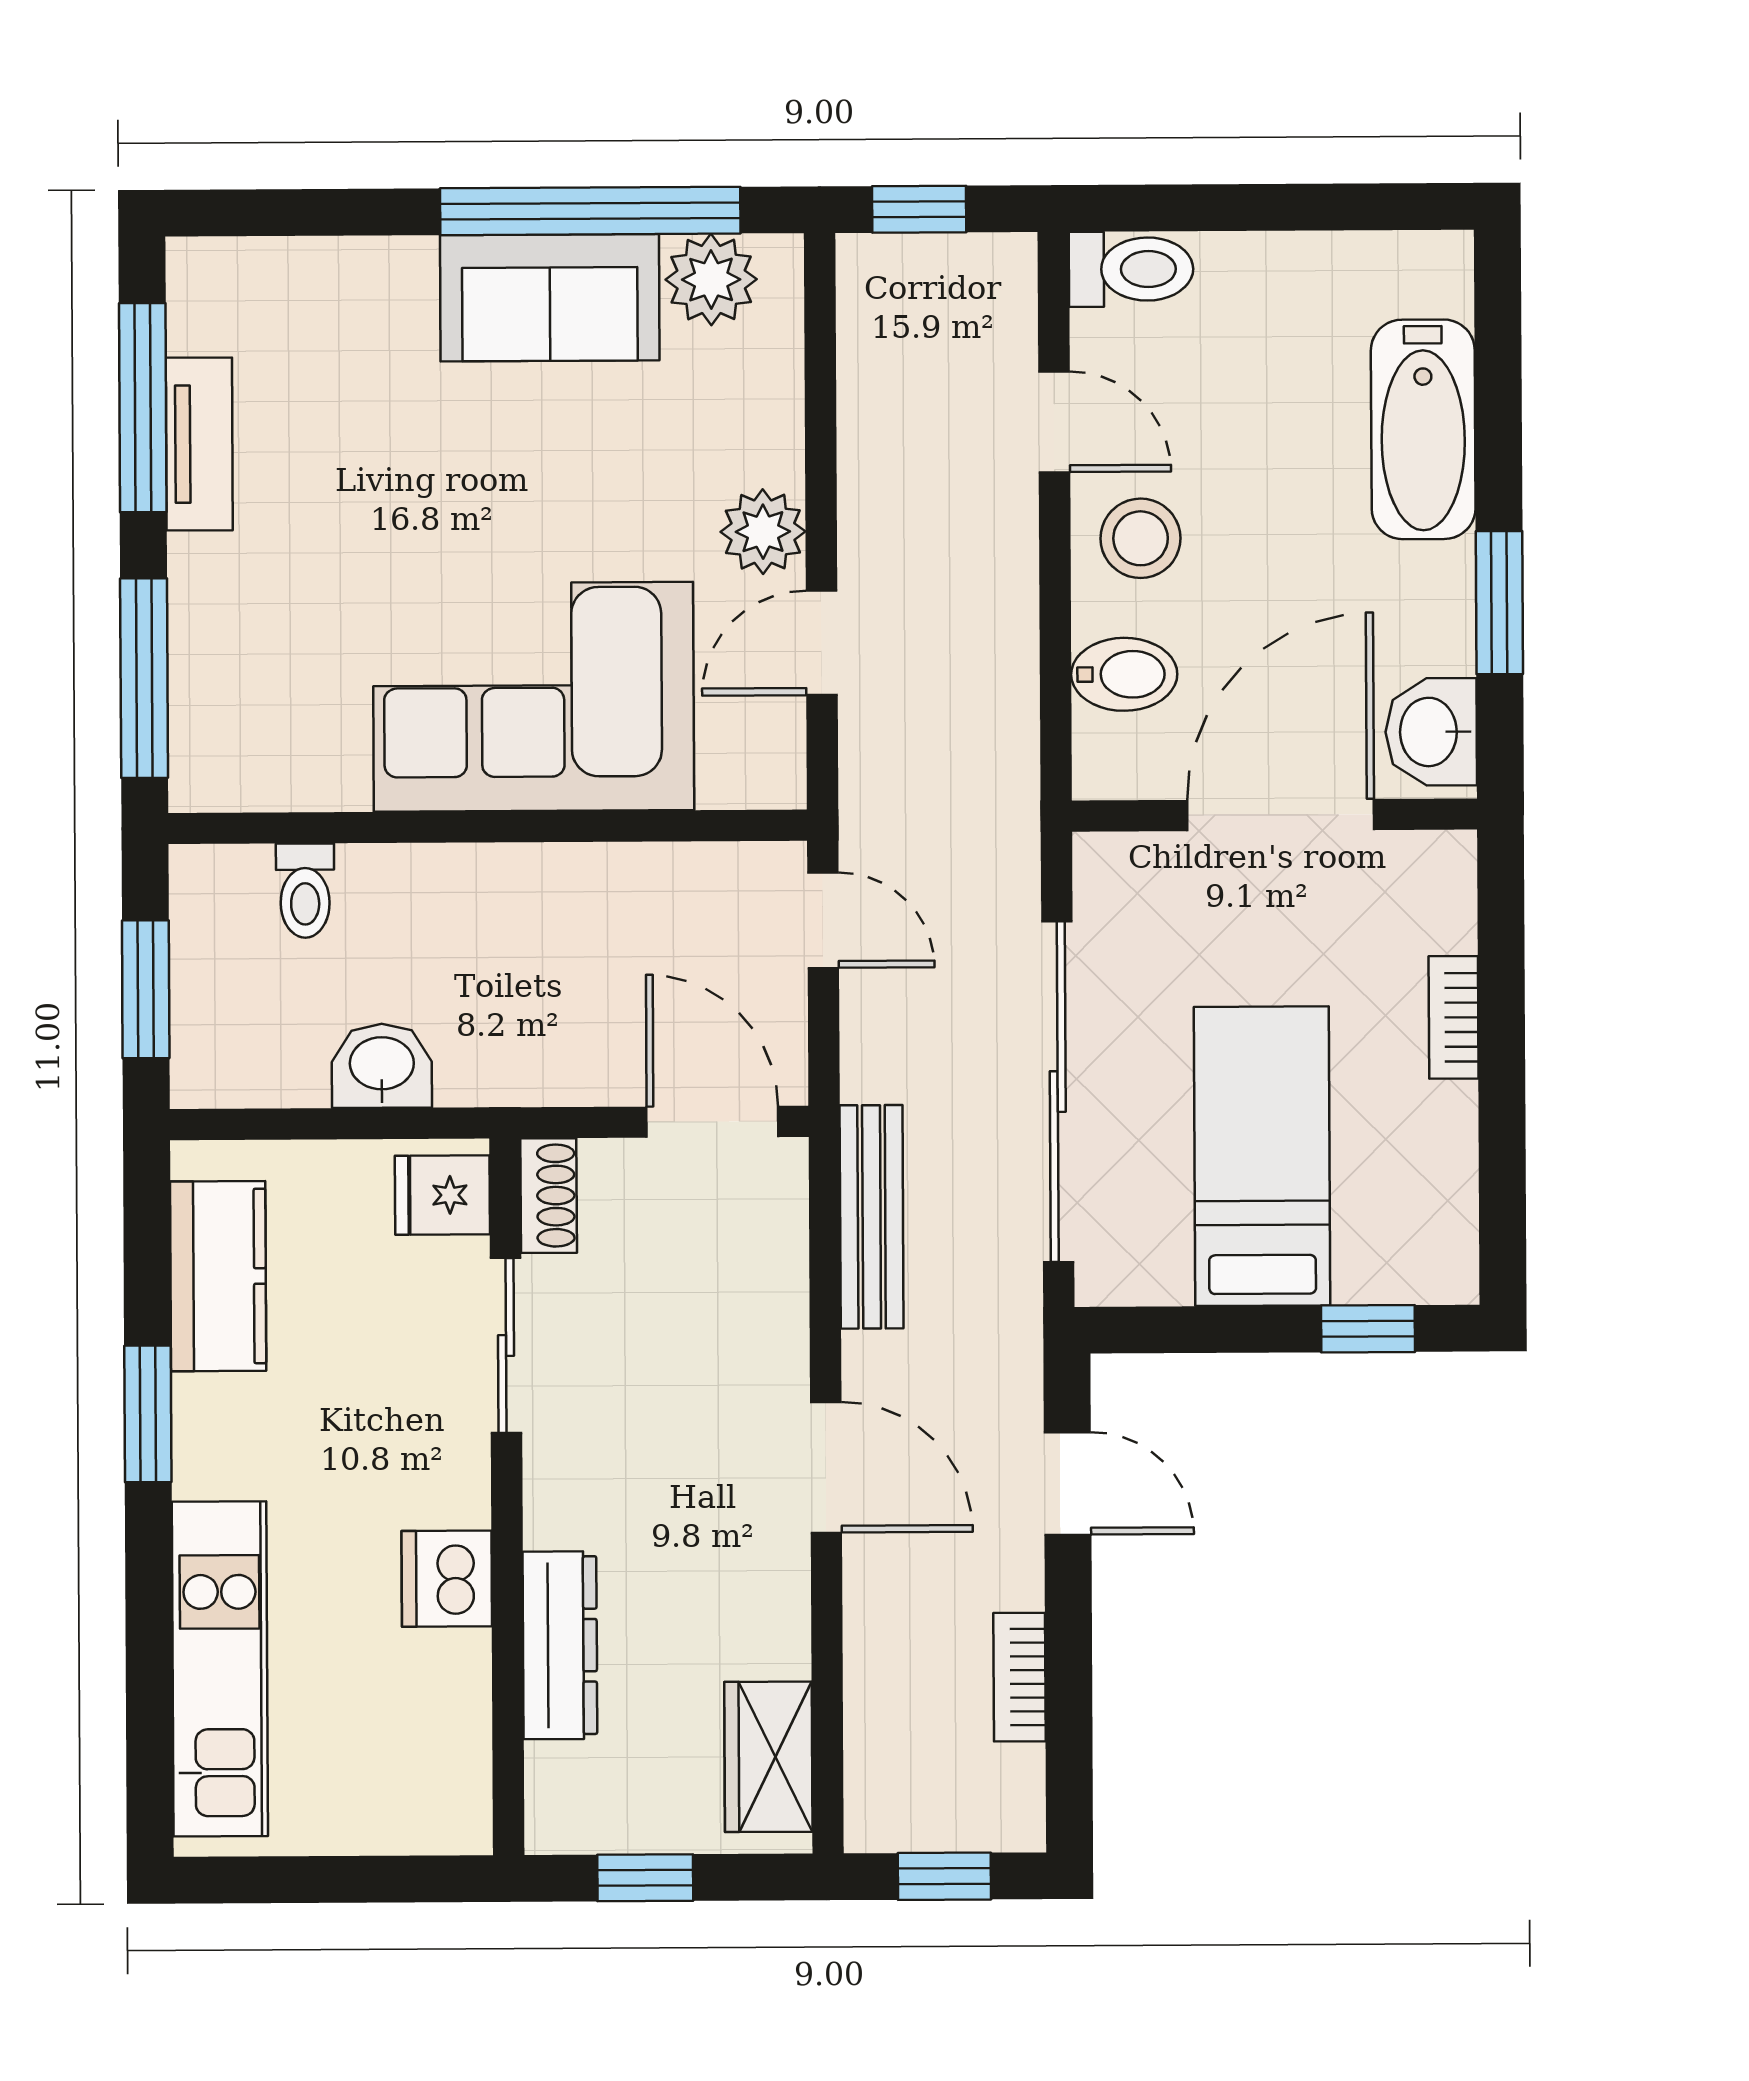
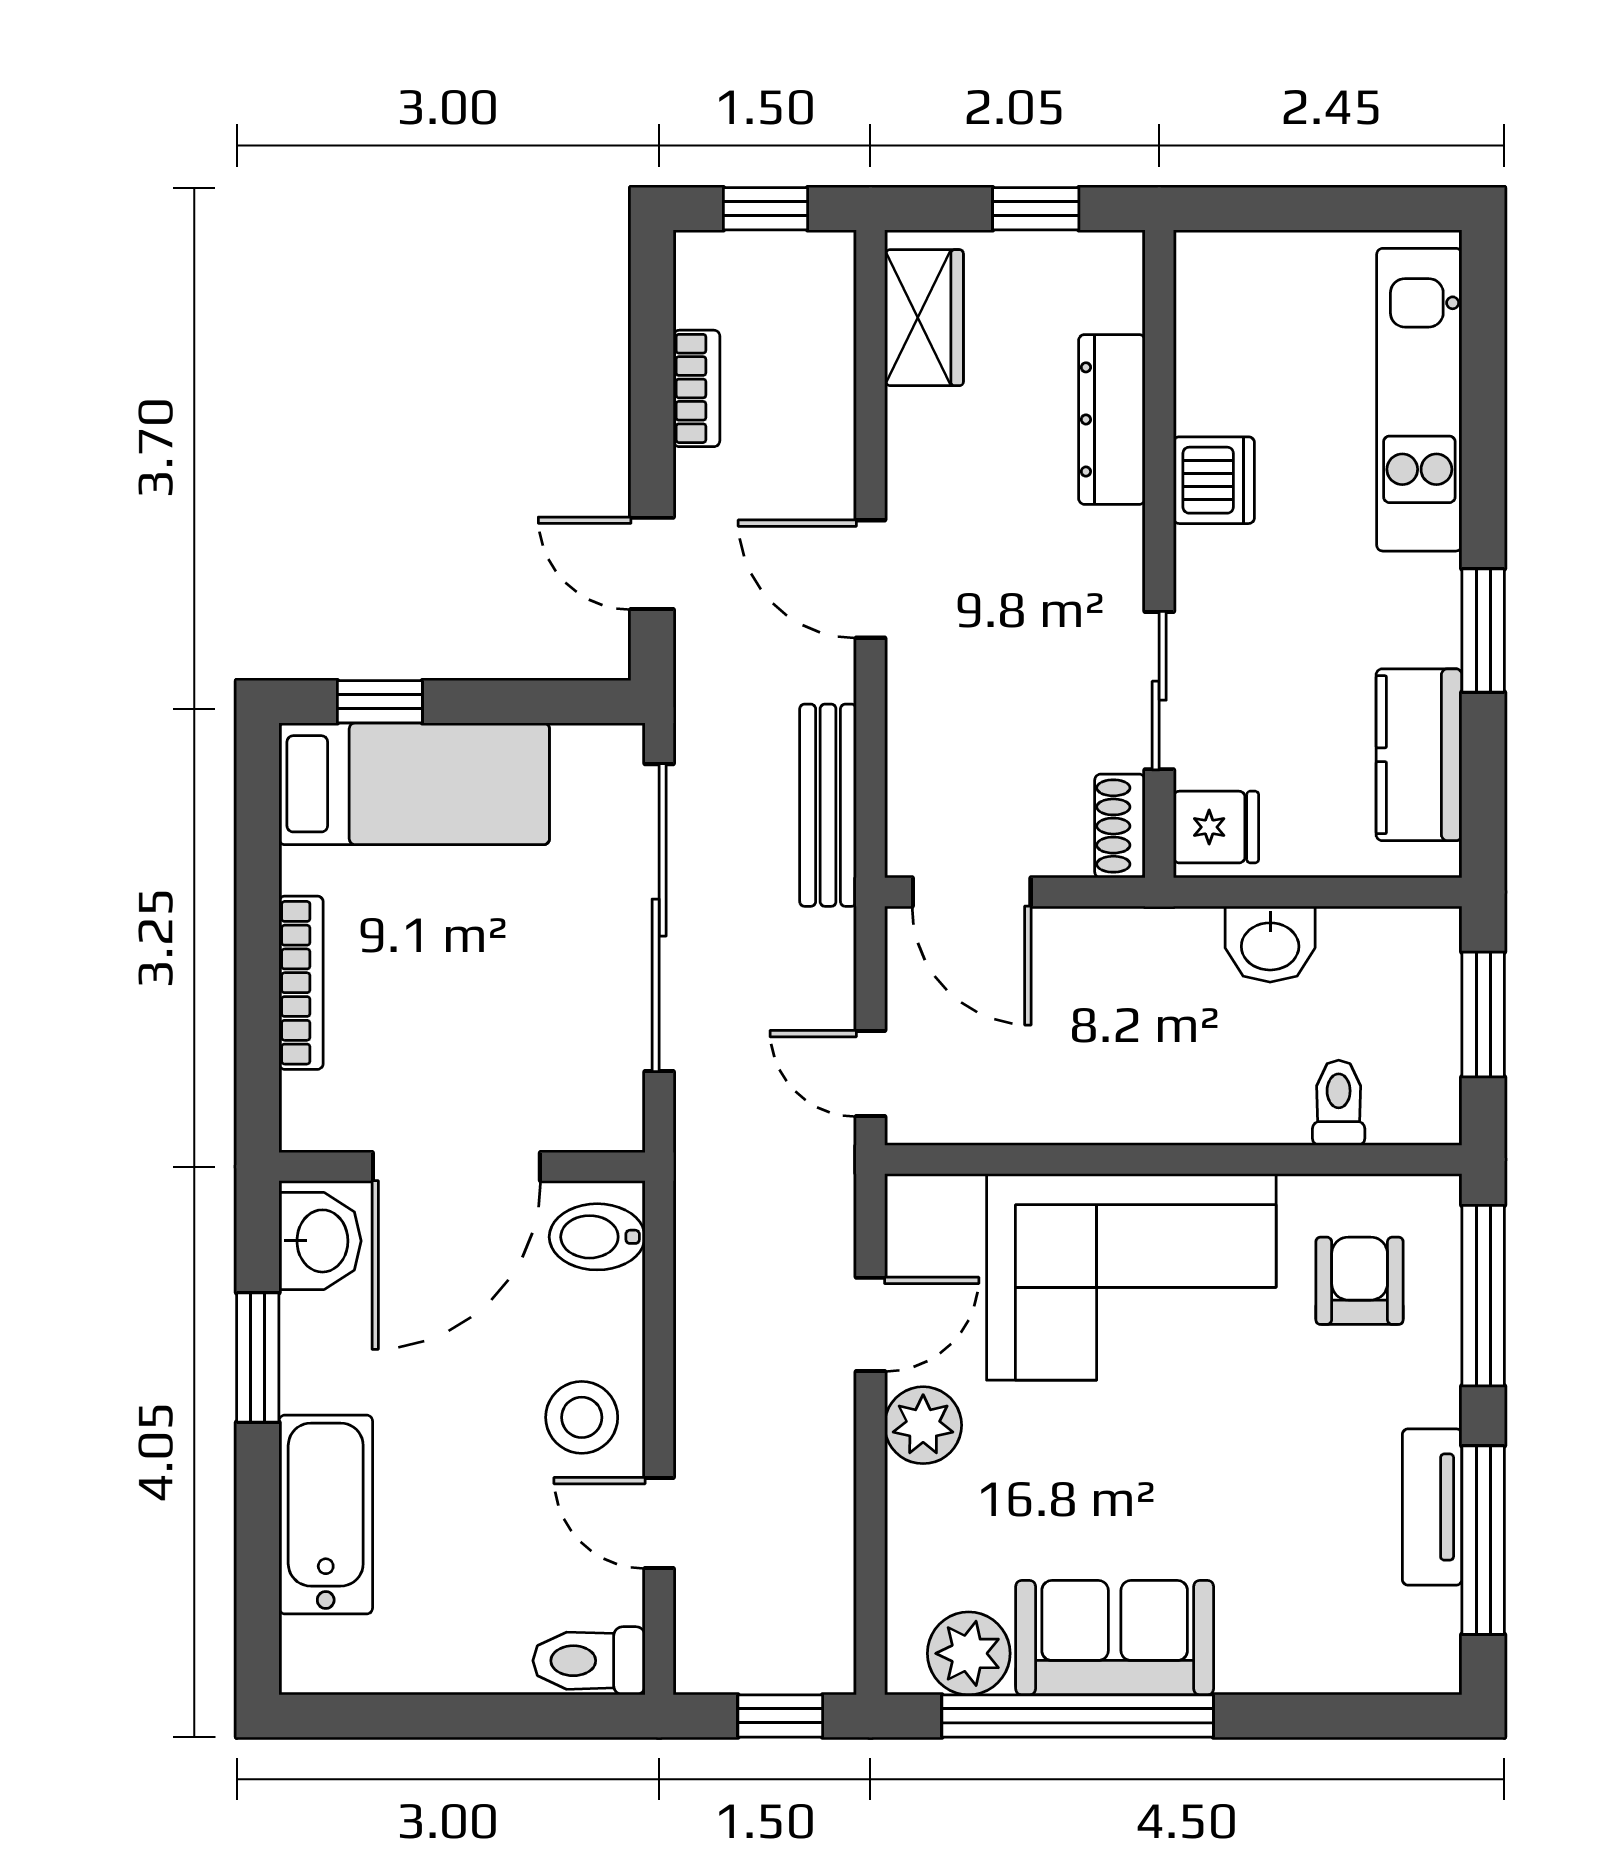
bidet: (1124, 674) -> (597, 1237), moved
armchair: (281, 694) -> (1360, 1281), added
bookcase: (1454, 1017) -> (301, 983), width x1.56
bed: (1262, 1156) -> (414, 784), moved, turned -90

